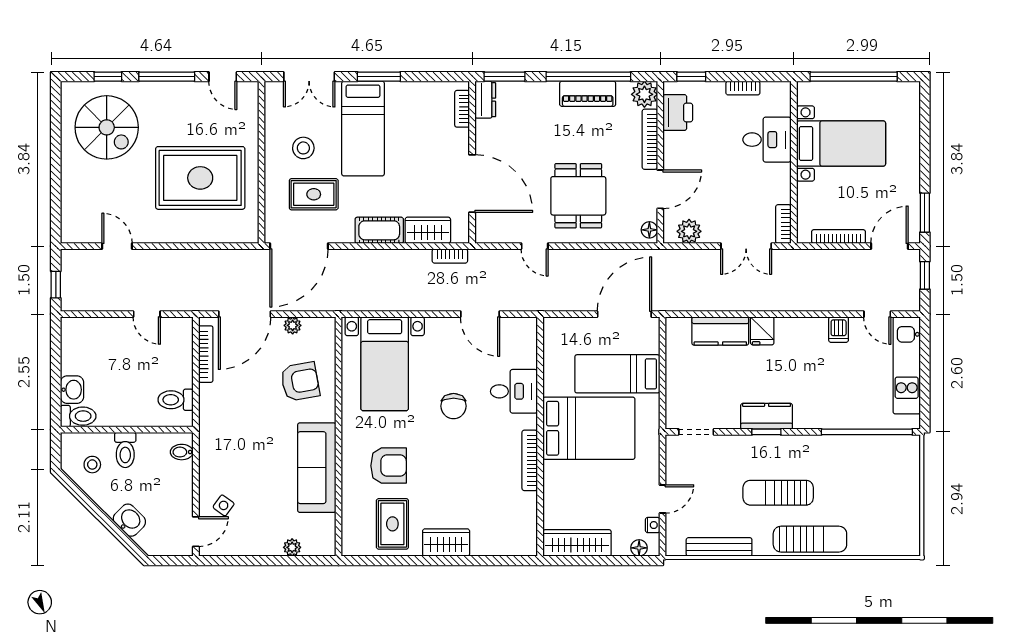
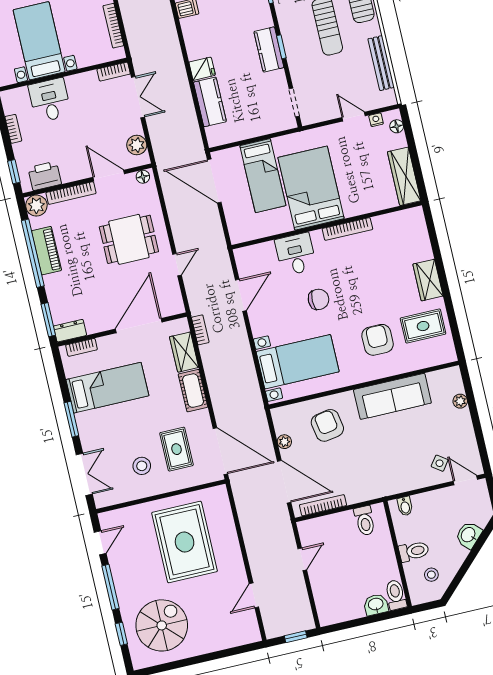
bed: (363, 129) -> (107, 388), moved

